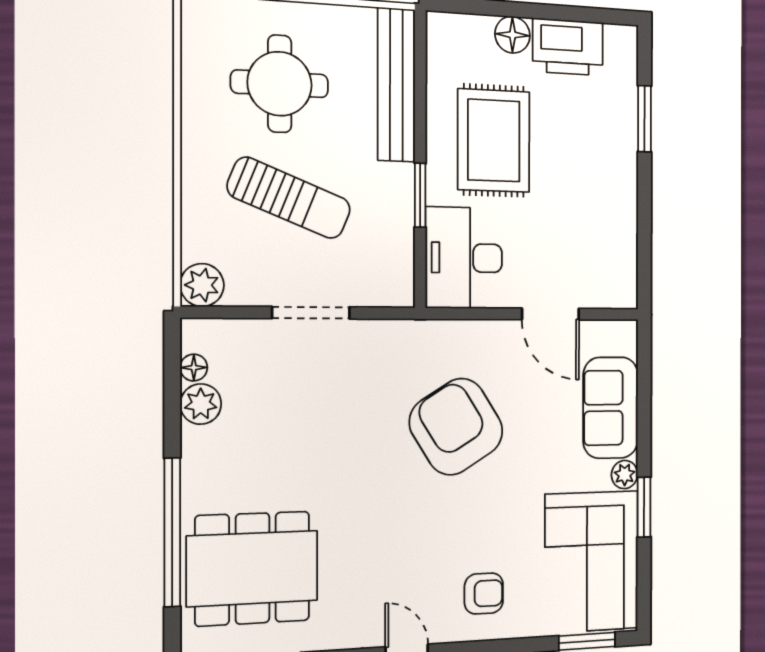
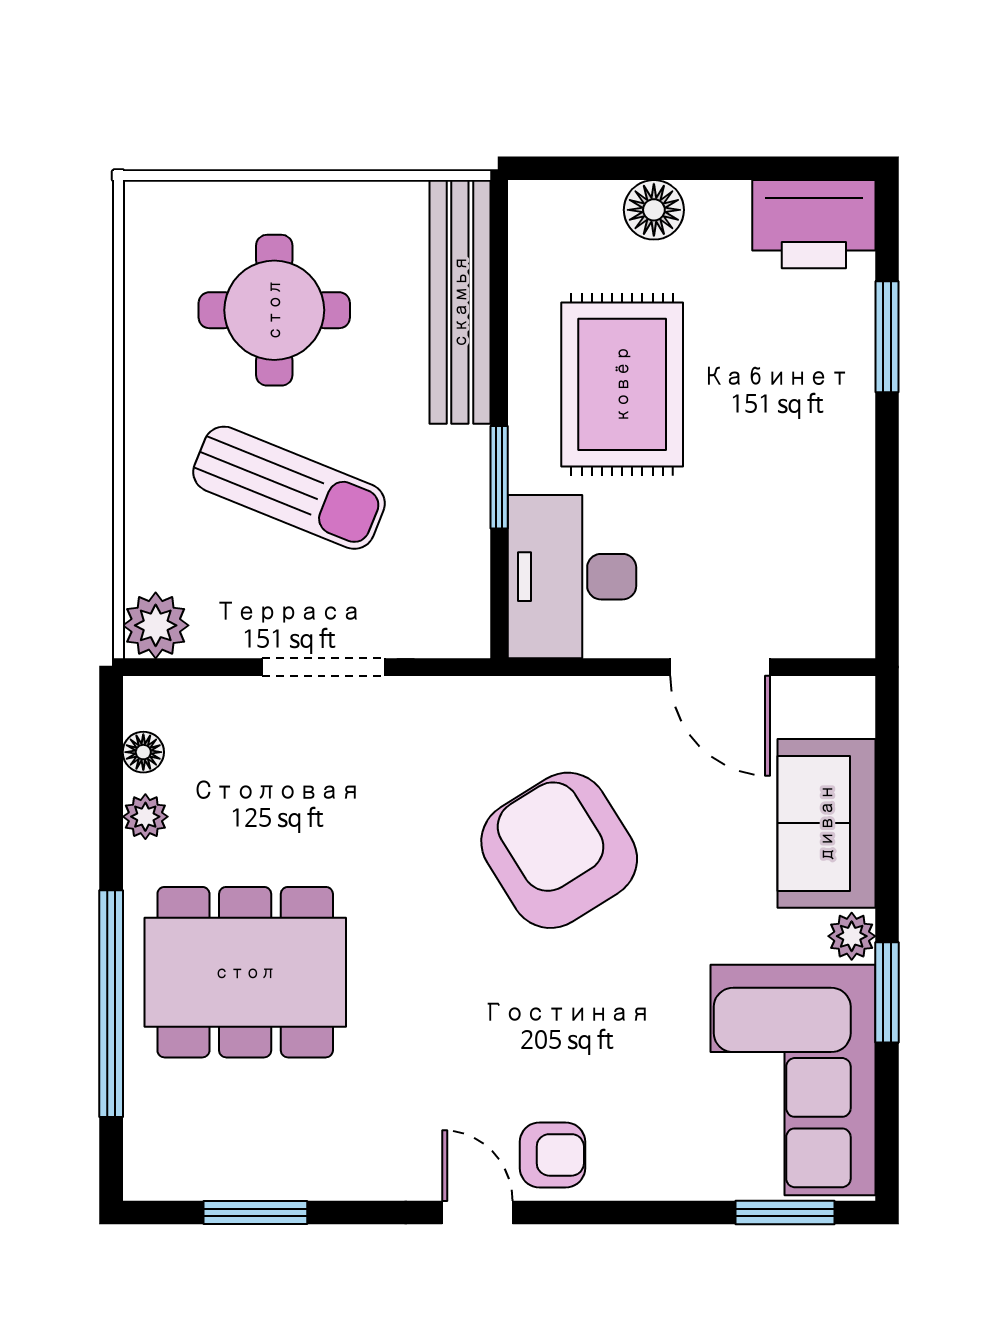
printer: (568, 47) -> (814, 224), moved
plant: (201, 404) -> (145, 817), width x0.73, depth x0.73
dining table: (252, 568) -> (245, 972), moved
armchair: (484, 594) -> (553, 1155), moved

